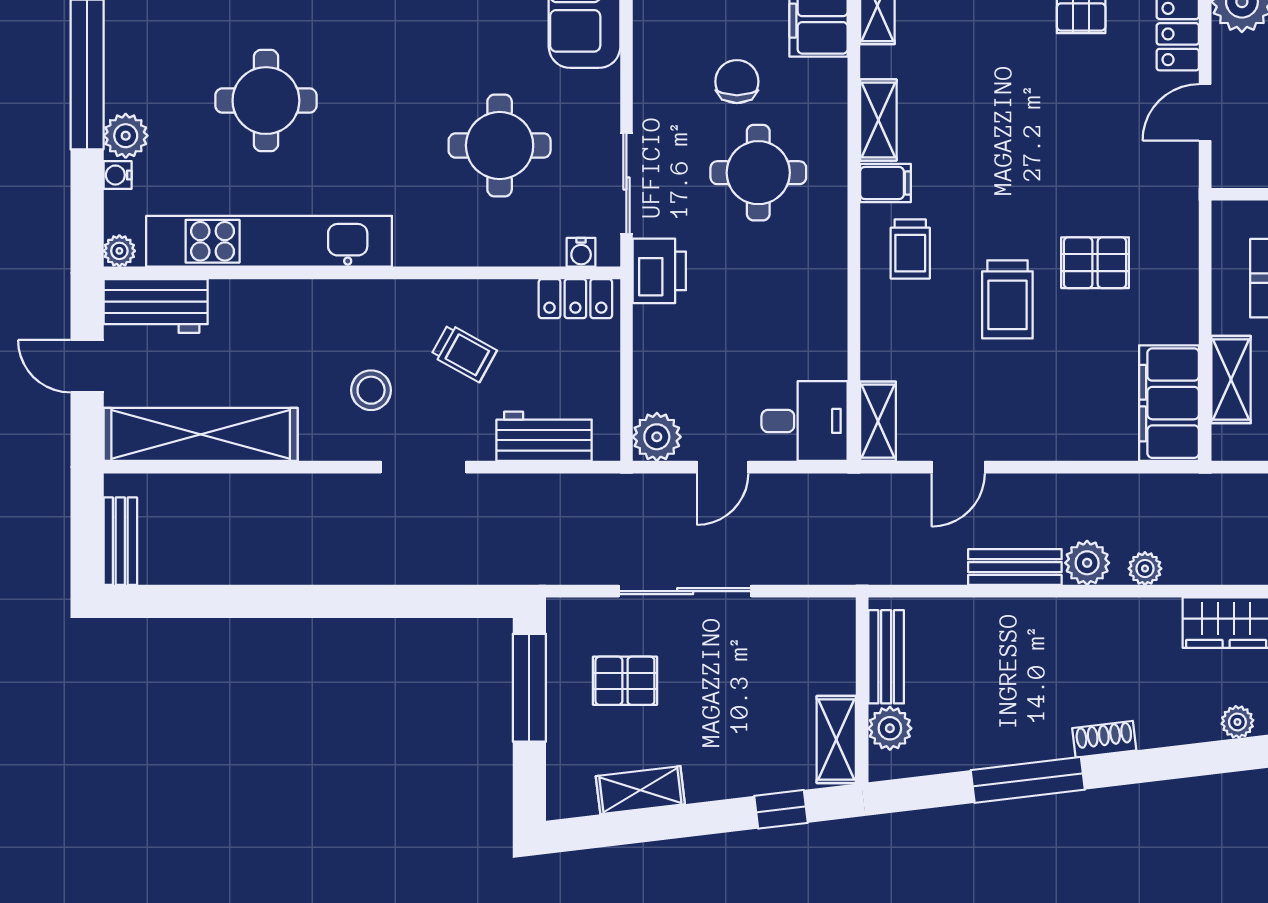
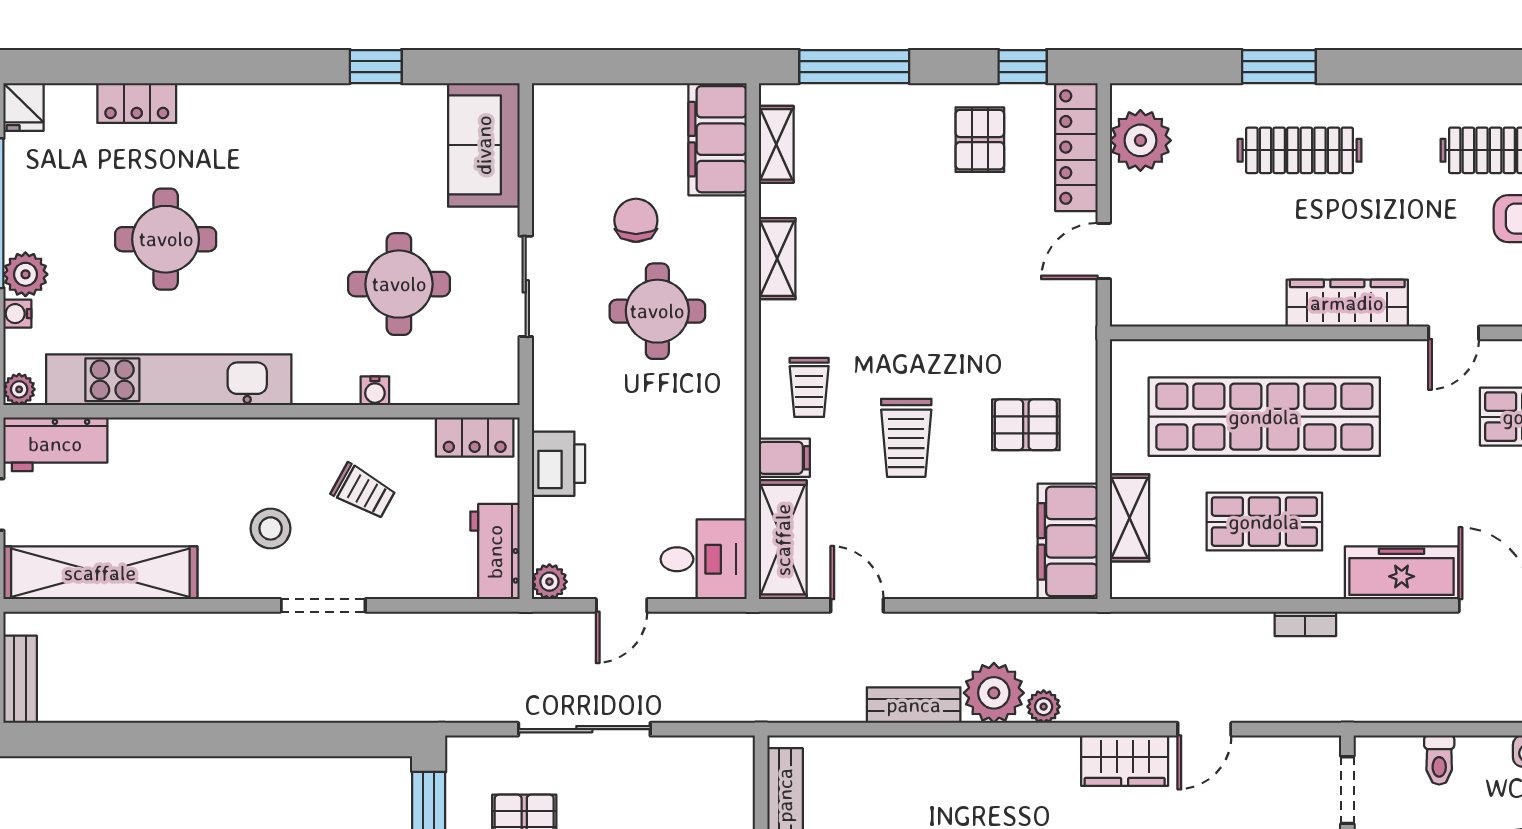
filing cabinet: (886, 183) -> (784, 458), moved
sliding door: (626, 184) -> (526, 286), moved
water cooler: (581, 252) -> (375, 391), moved
pallet: (1095, 263) -> (1026, 425), moved
printer: (659, 271) -> (558, 464), moved
shelving: (878, 421) -> (783, 540), width x1.50, depth x1.33
workbench: (544, 436) -> (495, 552), moved, turned -90
plant: (657, 437) -> (549, 582), width x0.73, depth x0.73
door: (958, 467) -> (857, 605), swing flipped
plant: (1087, 563) -> (994, 693), width x1.36, depth x1.36

